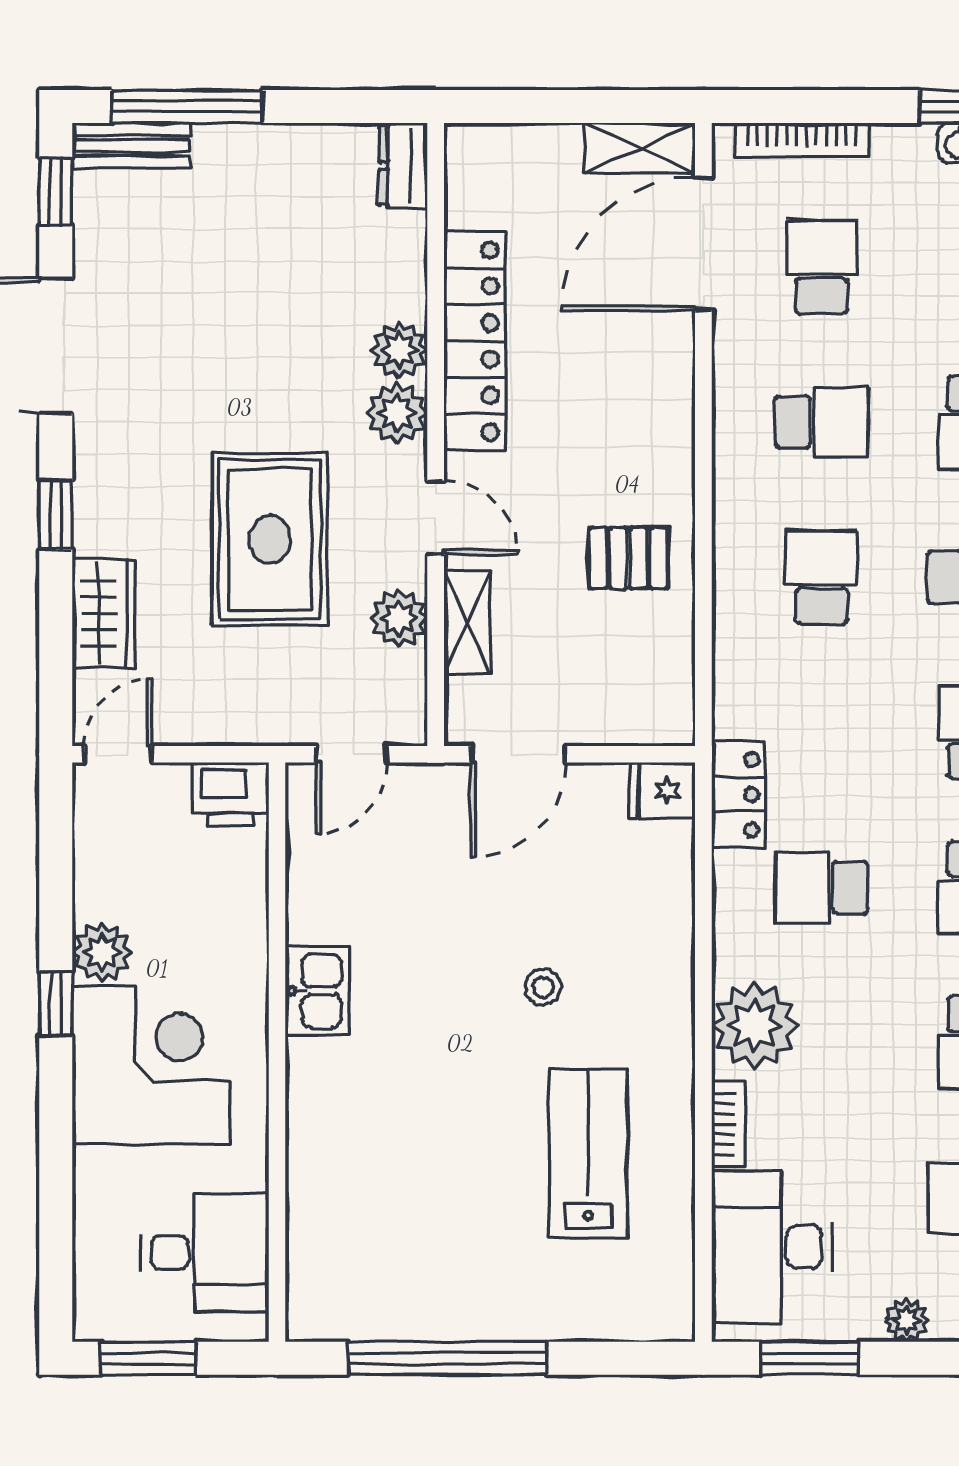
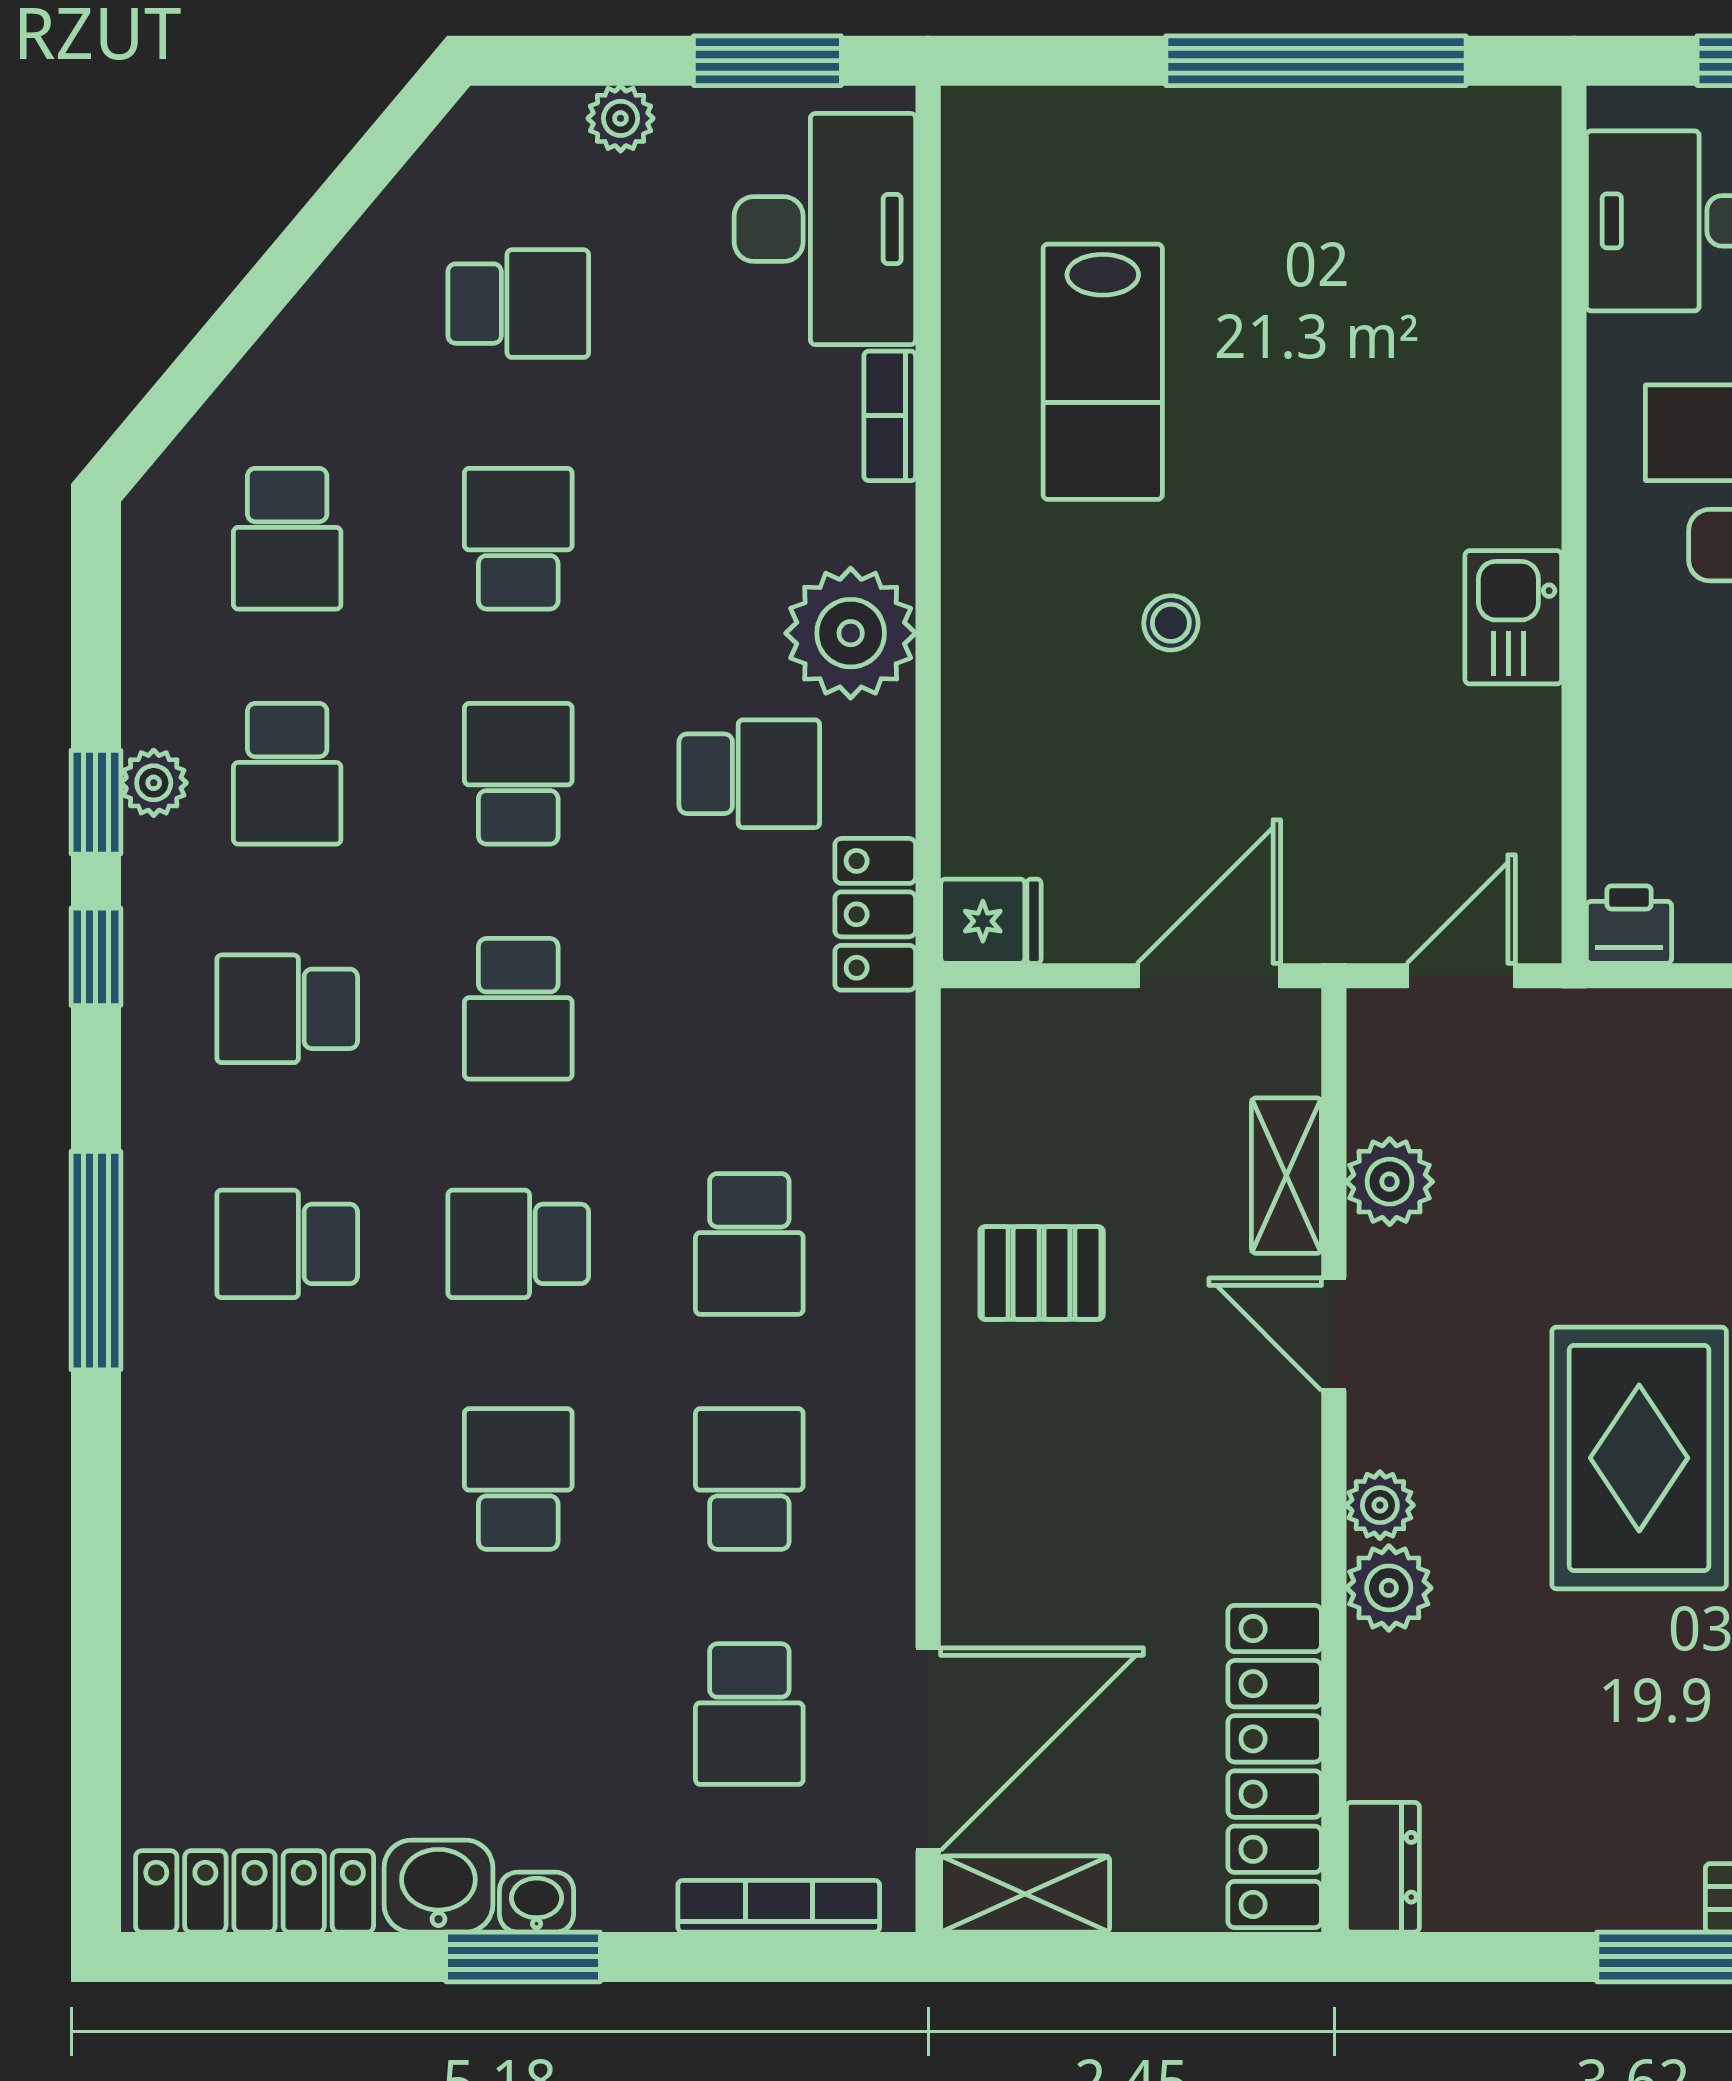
locker: (475, 341) -> (1275, 1766), moved
plant: (397, 413) -> (1380, 1505), width x0.73, depth x0.73
school desk: (821, 422) -> (749, 1479), turned 90
rug: (270, 539) -> (1639, 1458), moved
printer: (231, 794) -> (1629, 925), width x0.73, depth x0.81
plant: (755, 1025) -> (851, 633), moved

